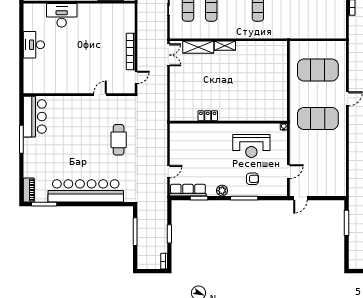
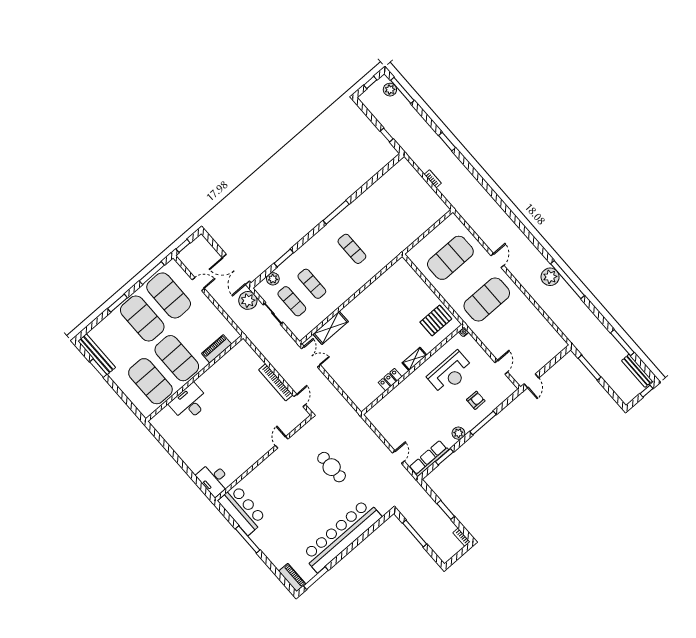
desk: (34, 45) -> (214, 479), moved
shelving: (225, 46) -> (414, 359), moved
pallet: (272, 103) -> (436, 320), added

